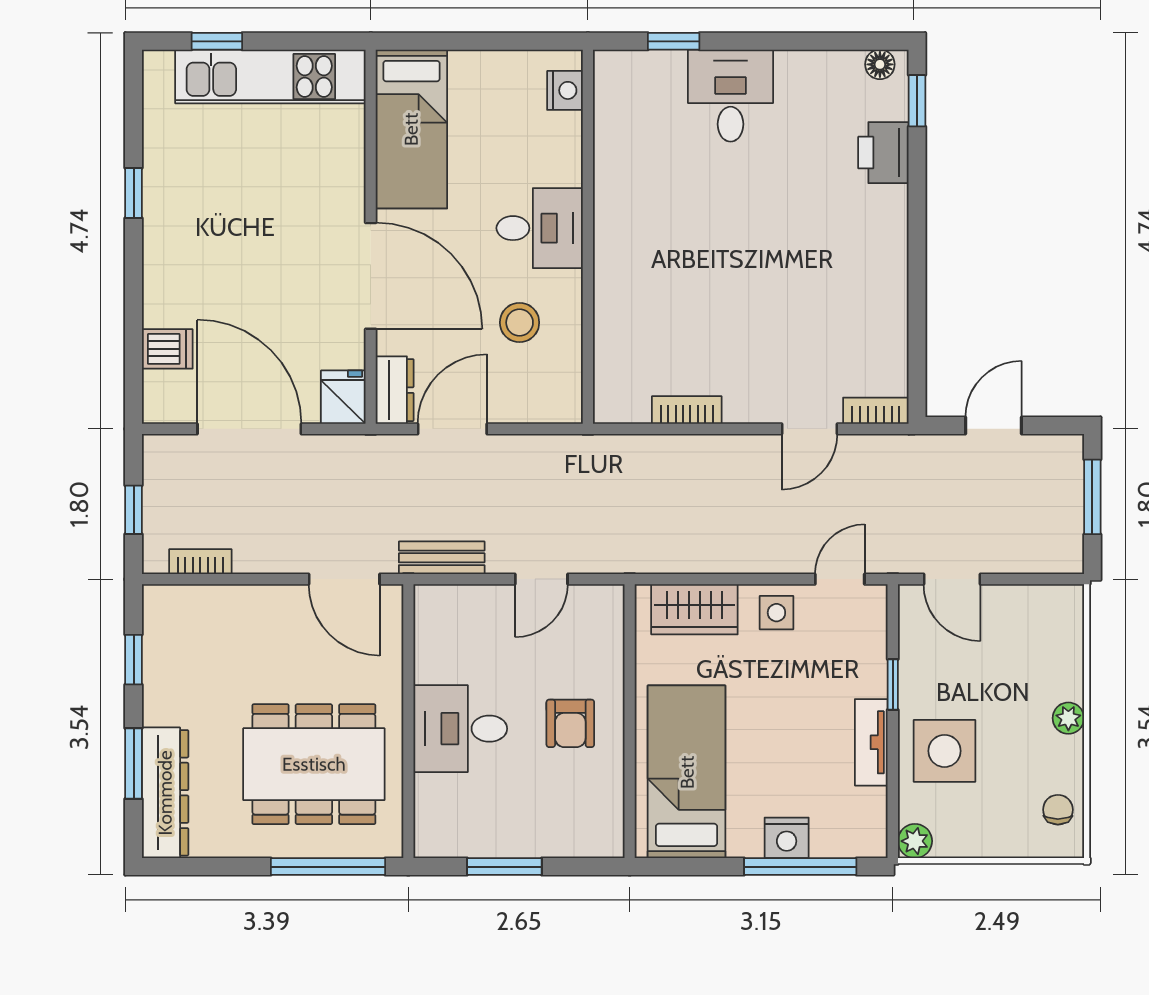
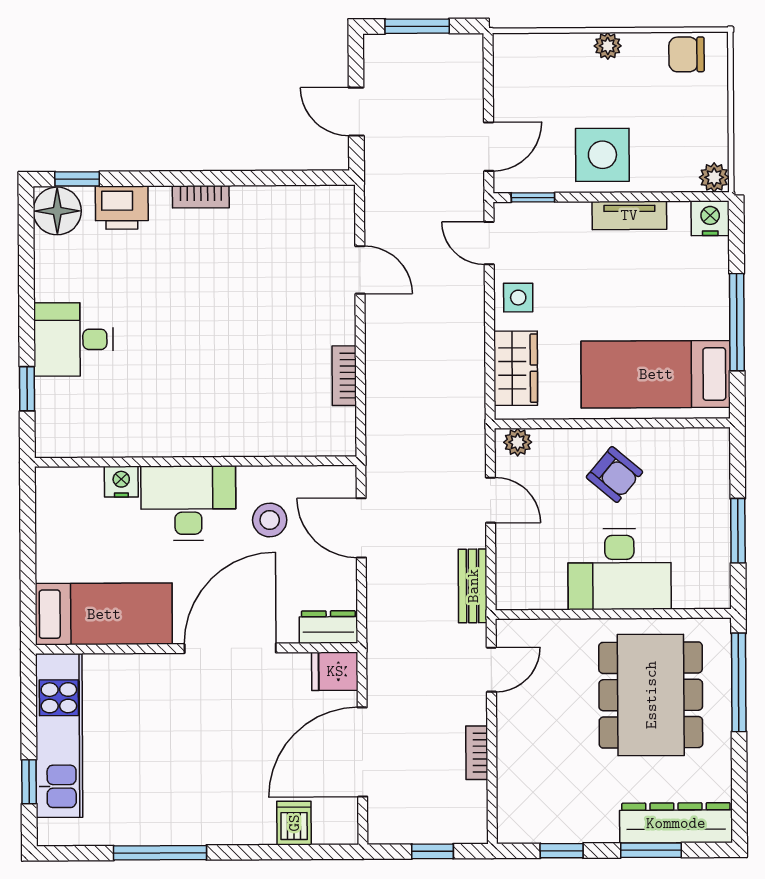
floor lamp: (880, 64) -> (57, 211), width x1.89, depth x1.89
nightstand: (565, 90) -> (121, 482), moved
window: (134, 193) -> (160, 853), width x2.17
desk: (540, 228) -> (188, 503), width x1.37
bookcase: (876, 411) -> (201, 197), moved, turned -90
door: (452, 429) -> (361, 528), moved
bookcase: (200, 562) -> (477, 753), moved
door: (344, 579) -> (491, 670), width x0.73
plant: (608, 611) -> (518, 442), added
window: (893, 685) -> (533, 197), moved
armchair: (570, 723) -> (614, 475), turned 40
desk: (460, 729) -> (619, 569), width x1.37
side table: (945, 751) -> (602, 155), moved
chair: (1058, 810) -> (687, 54), width x1.37, depth x1.37
nightstand: (787, 838) -> (710, 218), moved, turned -90
window: (800, 867) -> (737, 322), moved

